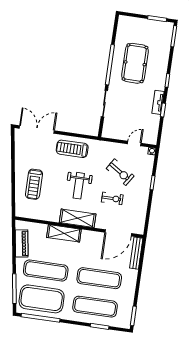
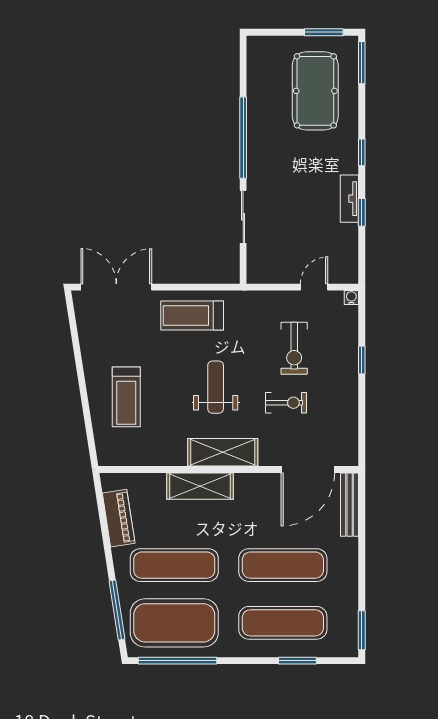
pool table: (135, 63) -> (315, 91), moved
exercise bike: (120, 172) -> (294, 348), turned 57
weight bench: (79, 186) -> (216, 387), turned 180

